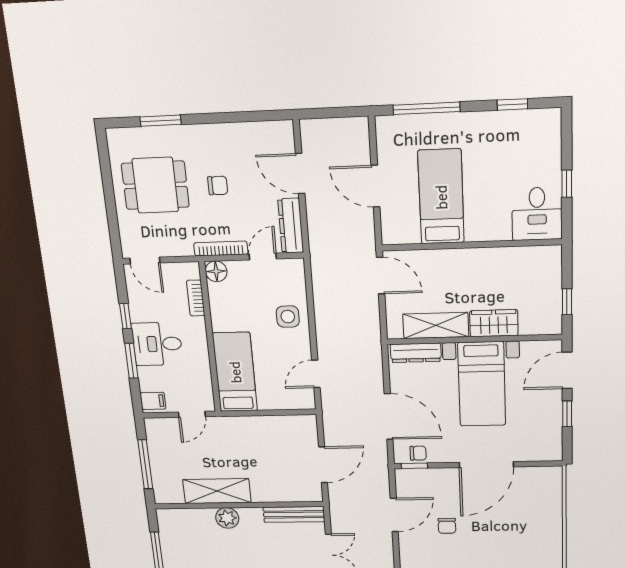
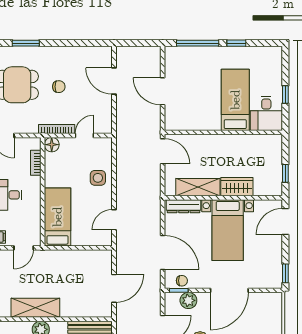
window: (512, 104) -> (236, 43), moved
bed: (441, 197) -> (235, 100), moved
dresser: (291, 226) -> (105, 115), removed
window: (567, 414) -> (285, 273), moved
plant: (429, 479) -> (188, 300), added

